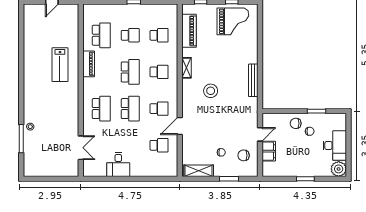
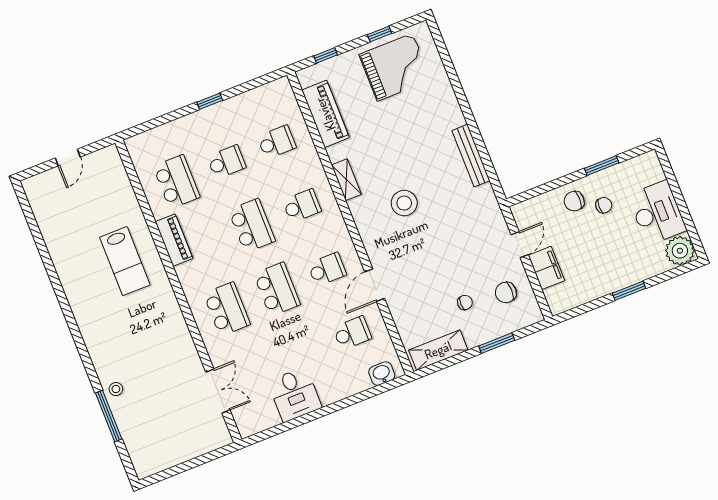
washbasin: (166, 171) -> (382, 374), added

